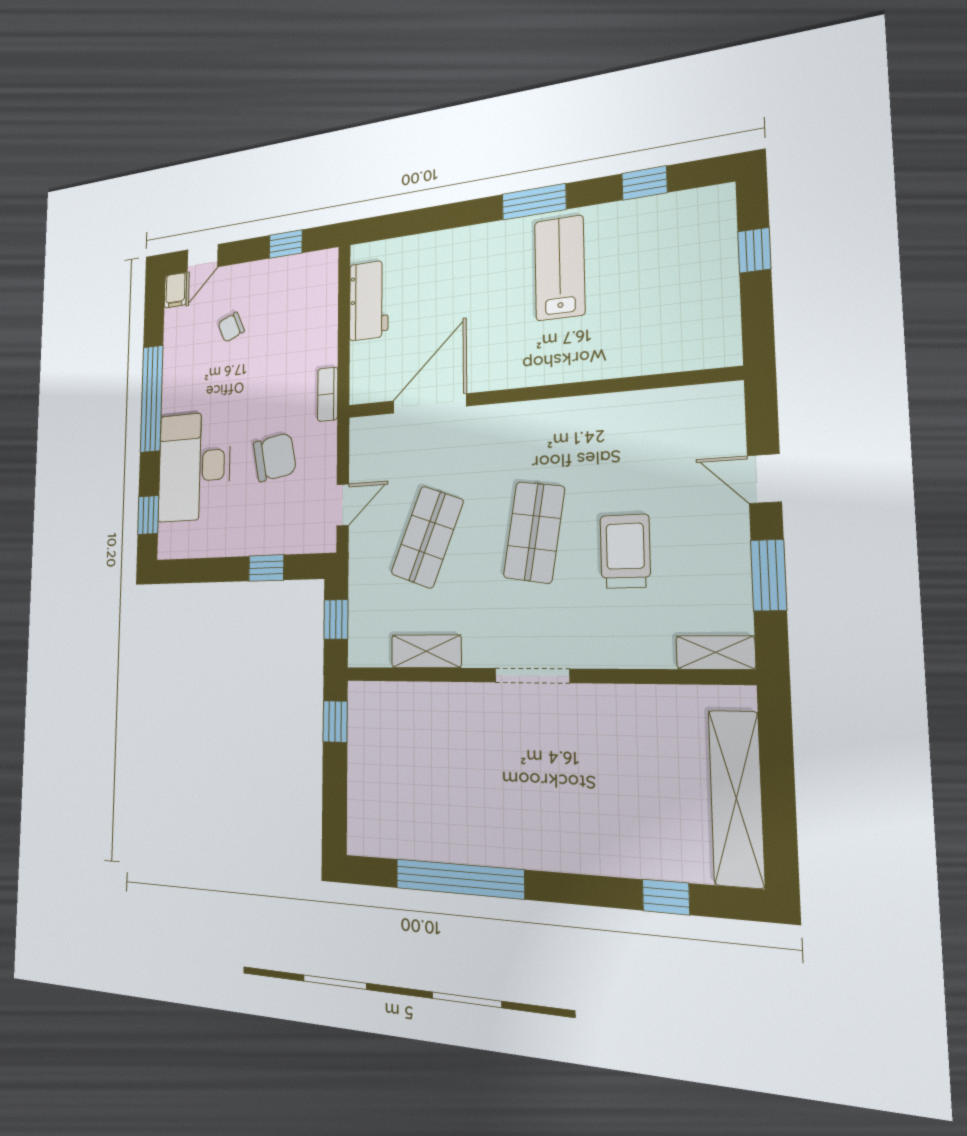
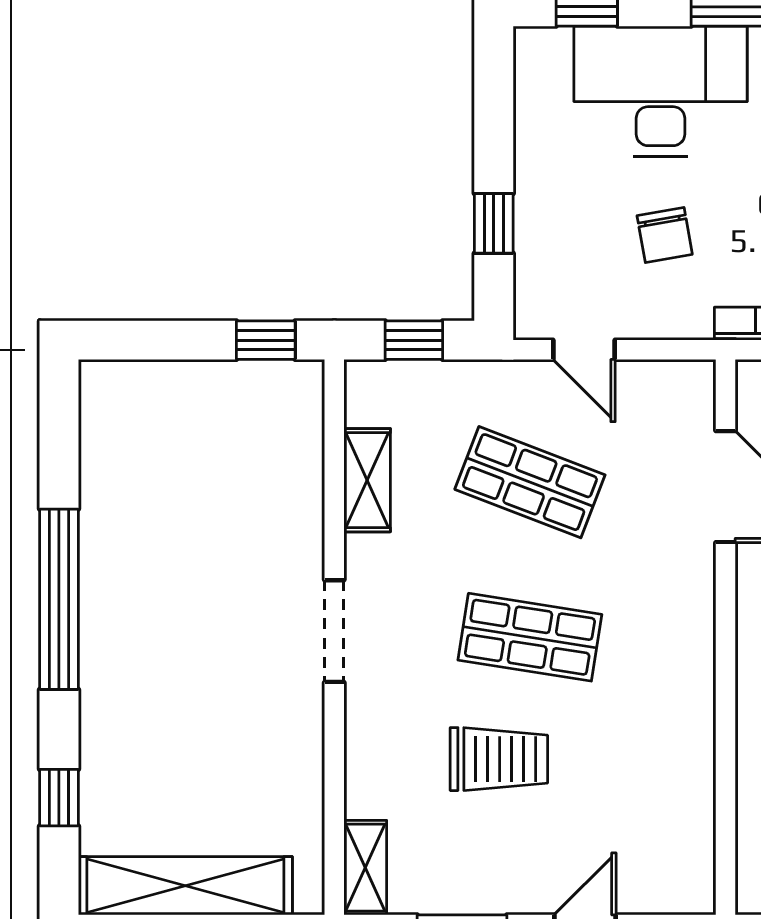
chair: (275, 457) -> (665, 235), width x0.73, depth x0.73
window: (459, 879) -> (59, 599), moved

